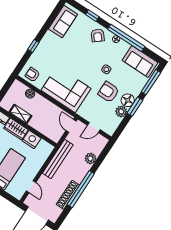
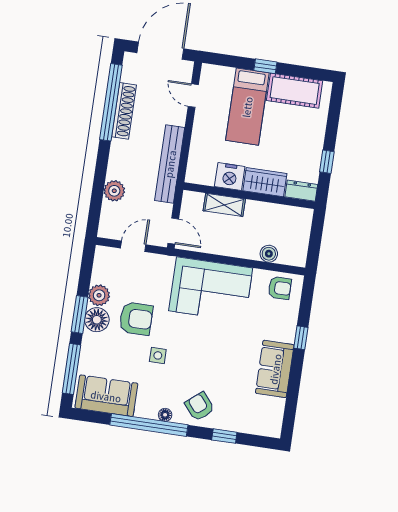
sofa: (63, 22) -> (275, 369), moved
shelving: (21, 114) -> (224, 205), moved
window: (81, 189) -> (111, 102), moved

